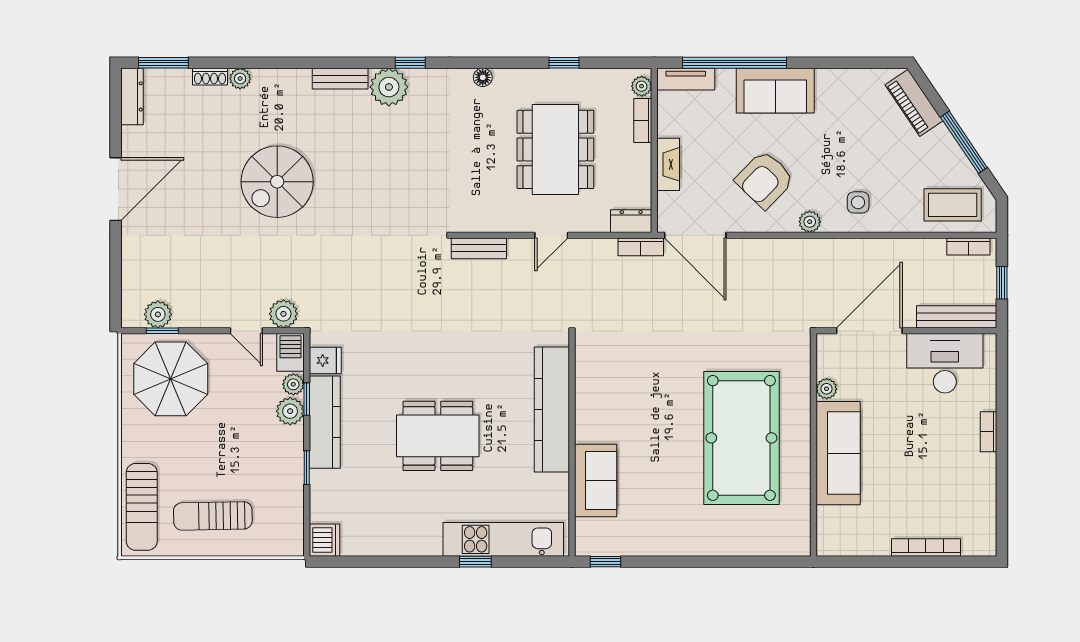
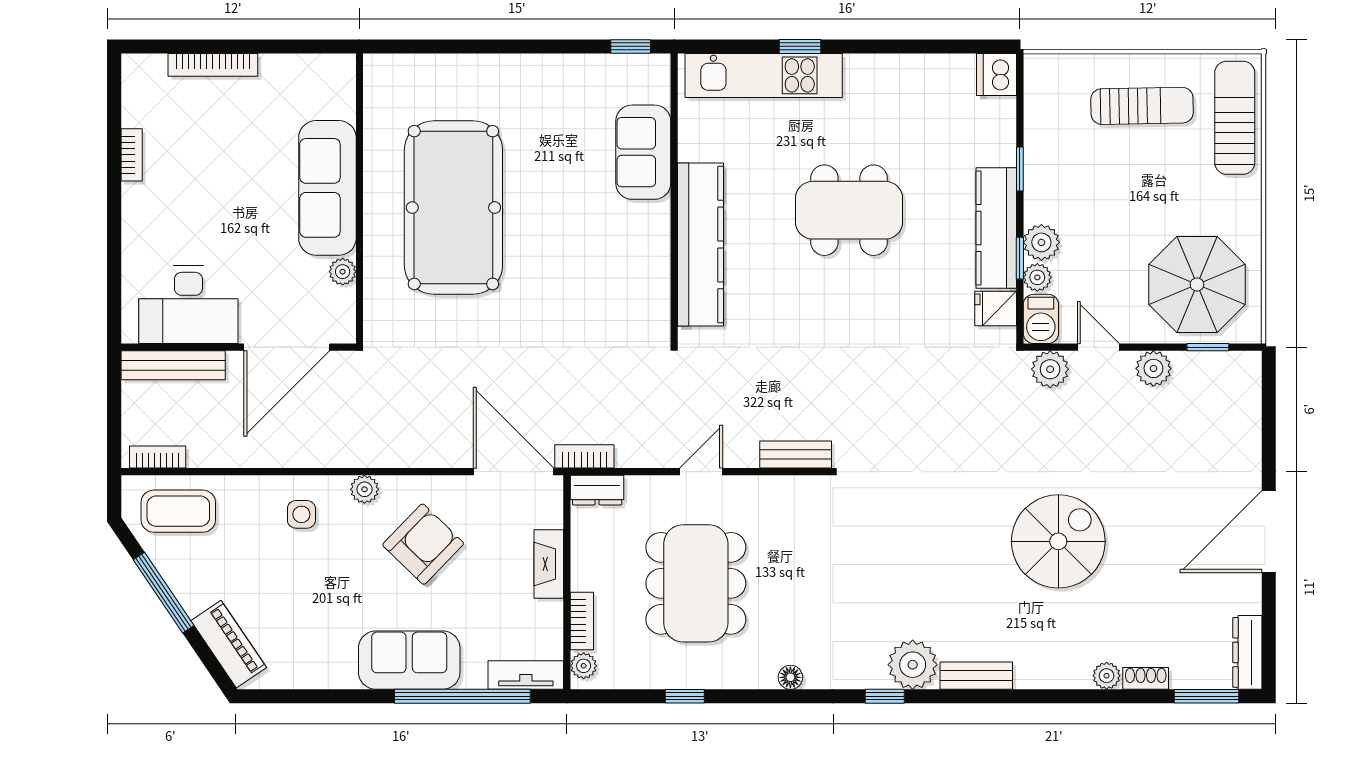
window: (1002, 283) -> (114, 410), removed
plant: (158, 314) -> (1153, 368), moved
bookcase: (988, 432) -> (132, 155), moved

